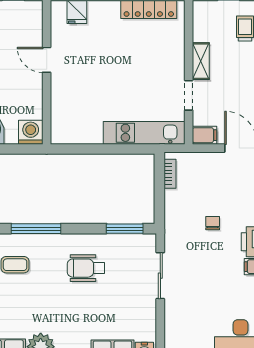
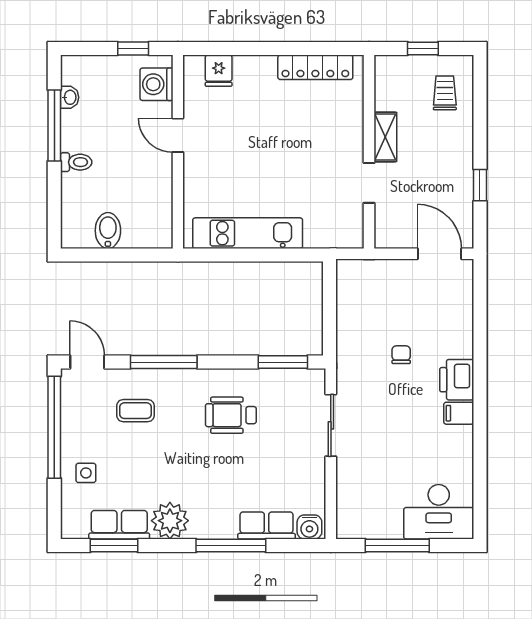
washing machine: (31, 132) -> (156, 84), moved, turned -90
kitchen unit: (144, 133) -> (248, 233), moved
filing cabinet: (205, 135) -> (390, 236), removed
bookcase: (170, 174) -> (344, 288), removed

